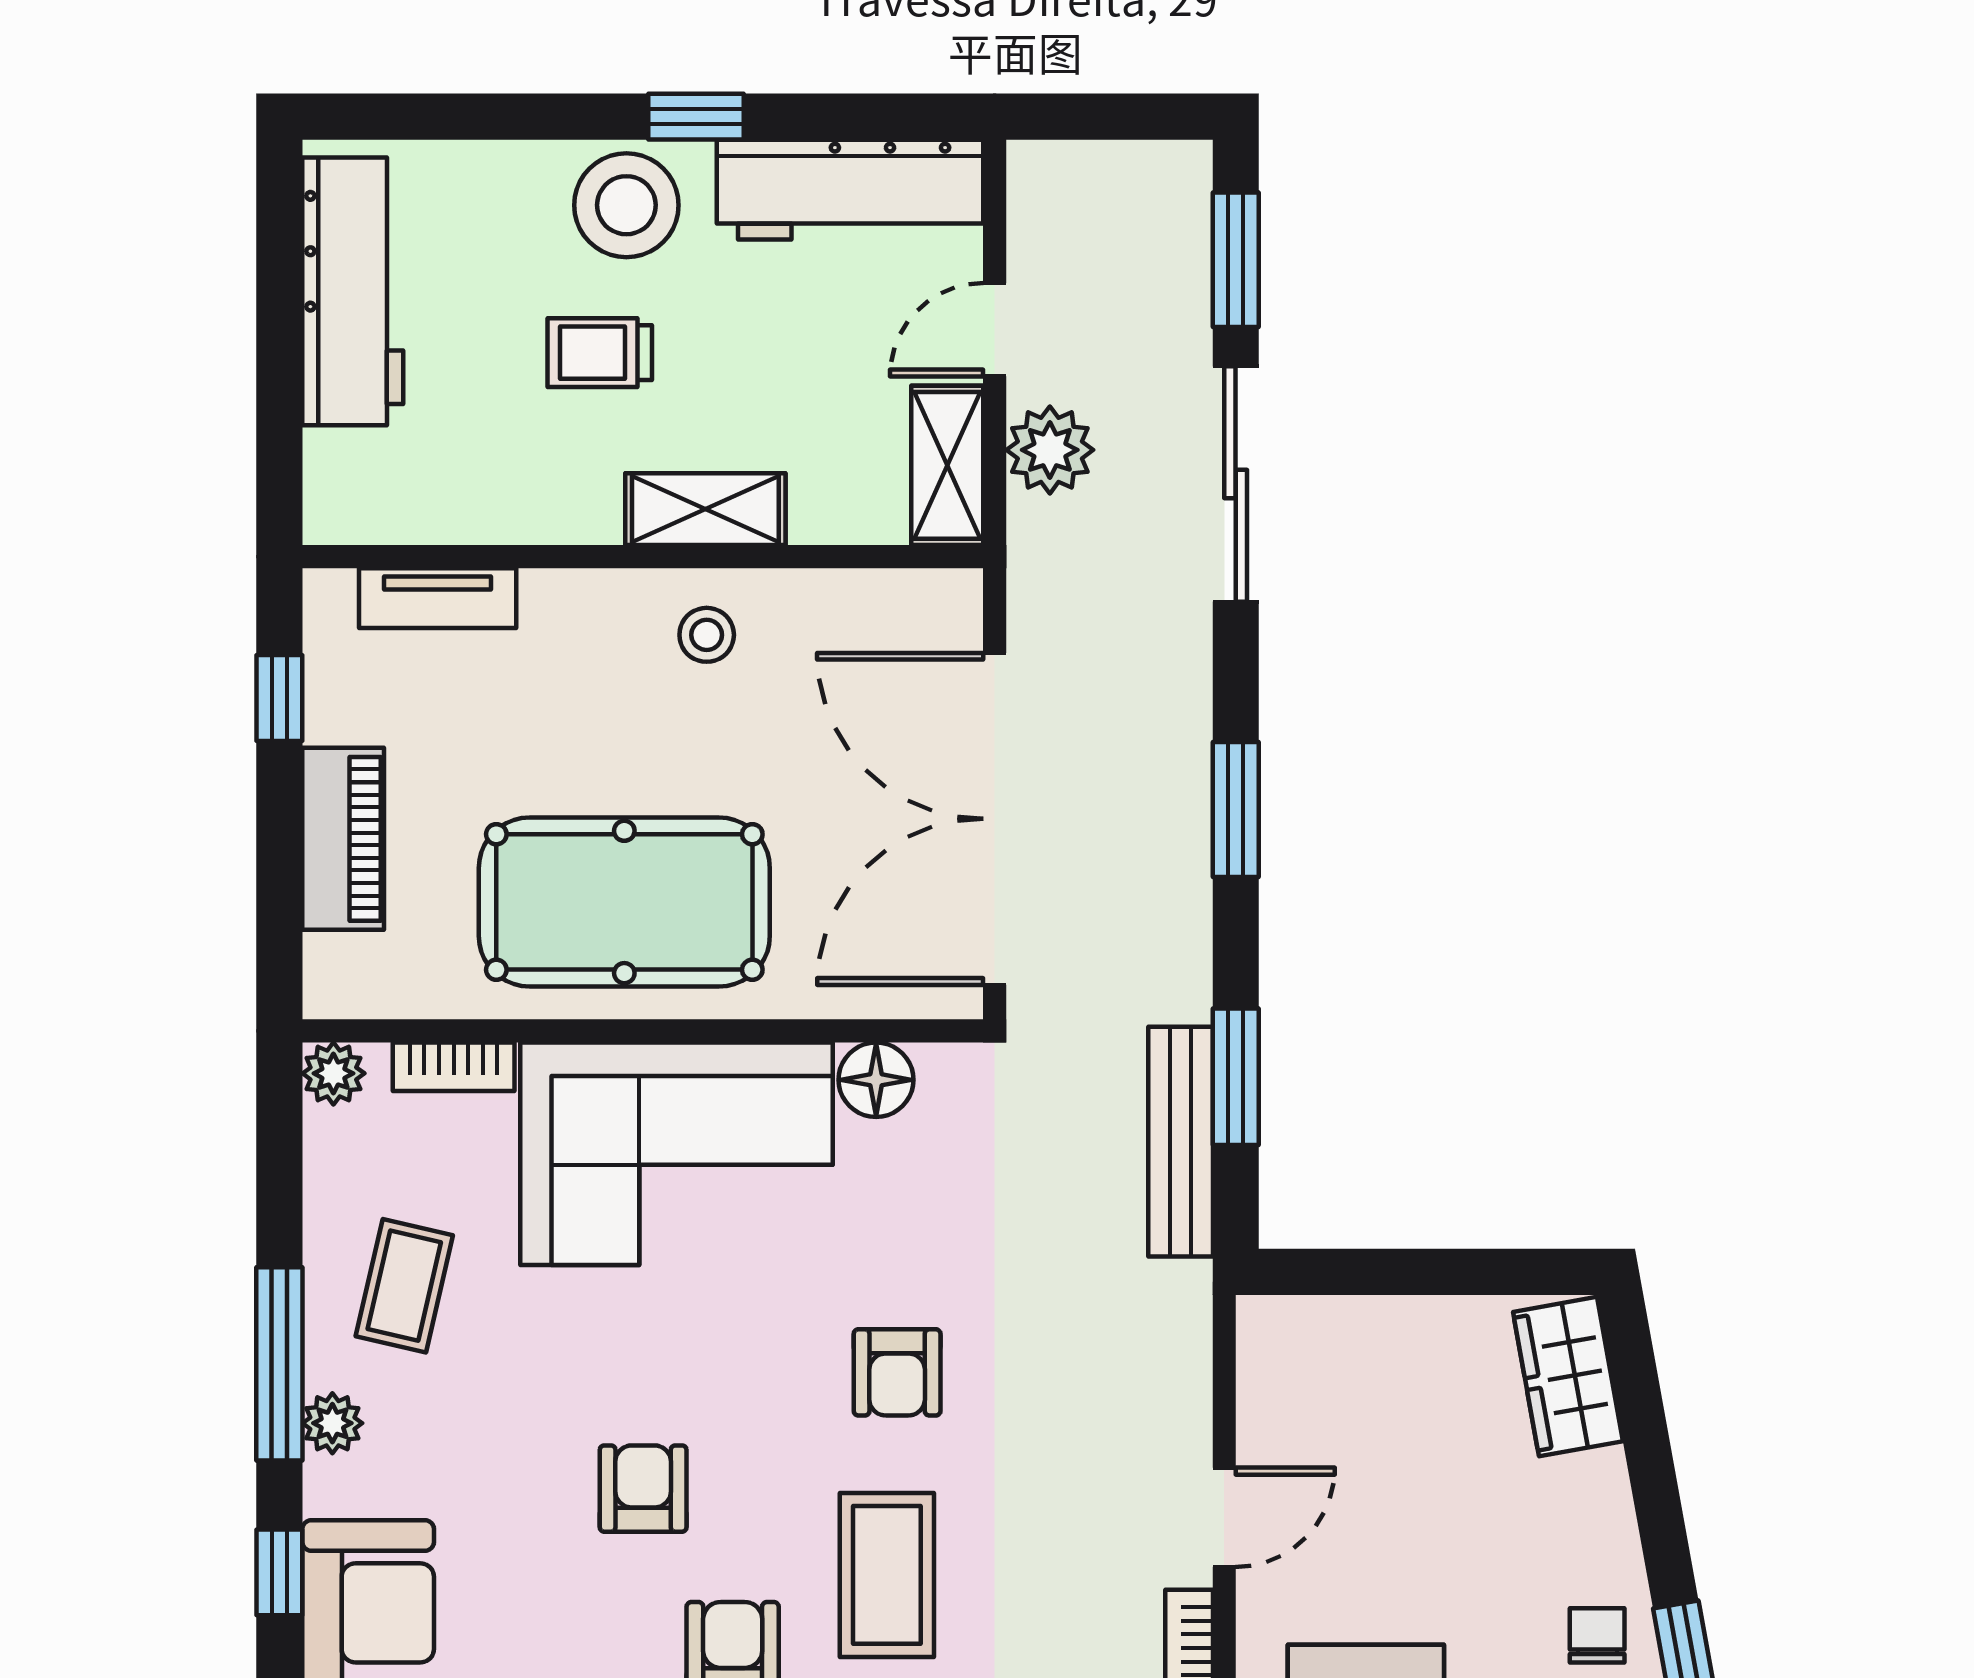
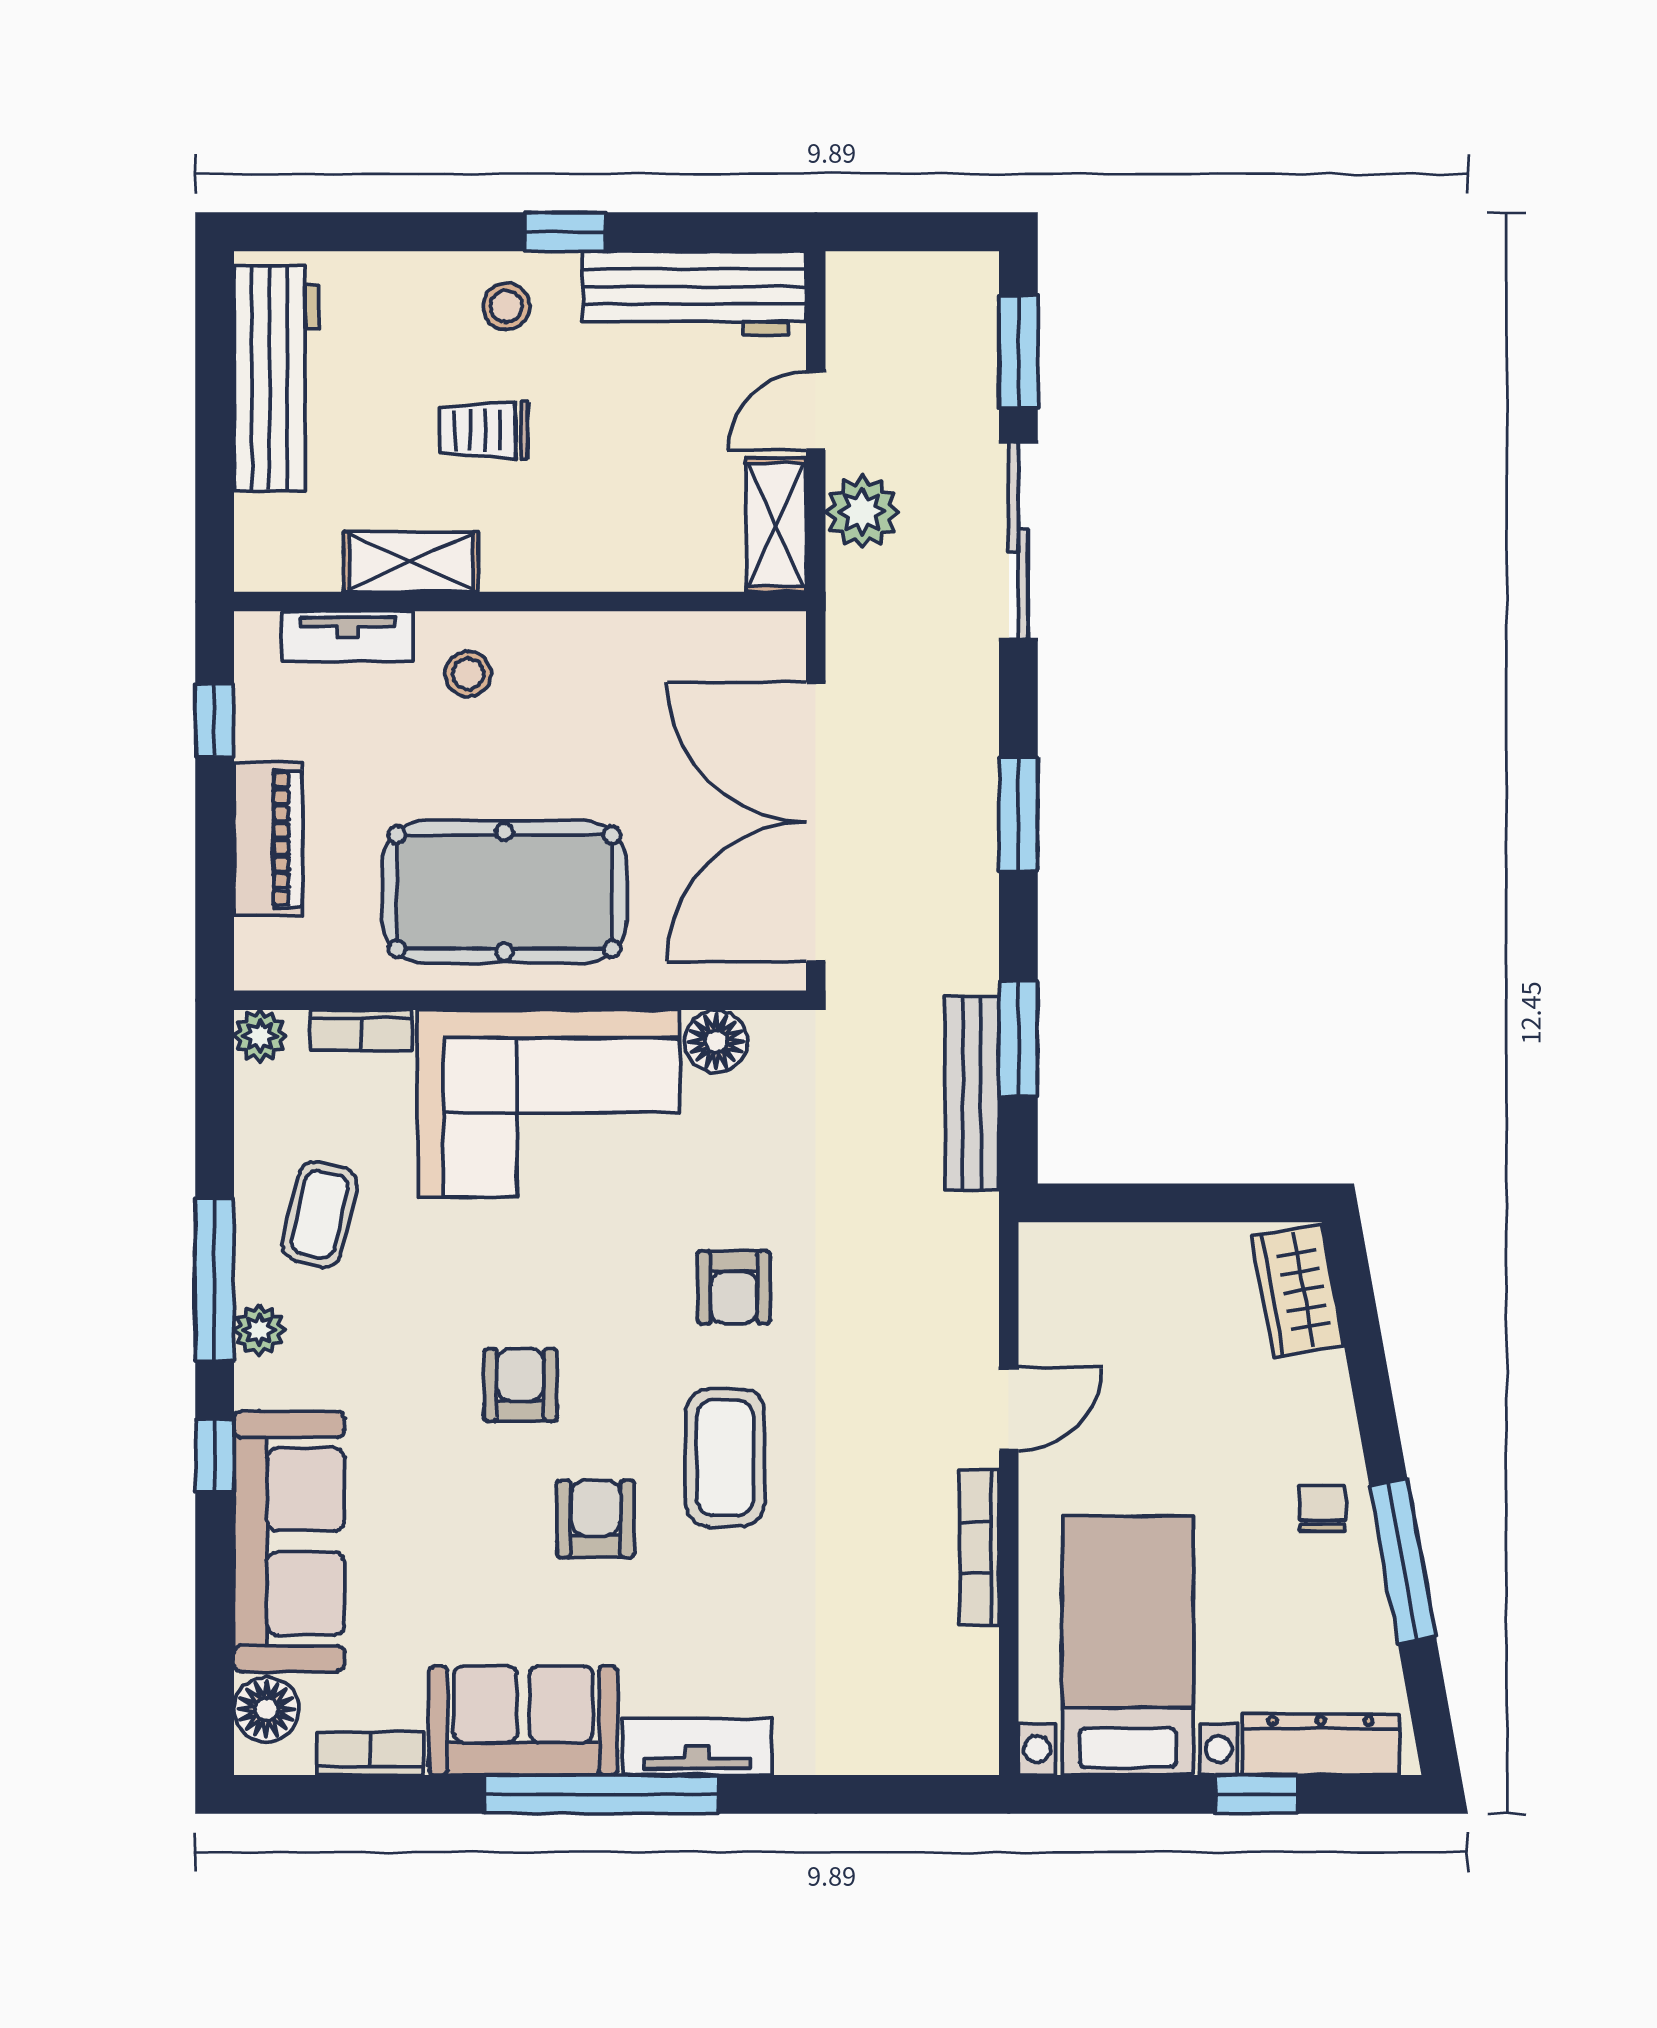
stool: (626, 205) -> (506, 306), width x0.53, depth x0.53
shelving: (705, 509) -> (411, 562), moved
stool: (707, 635) -> (468, 674), moved

